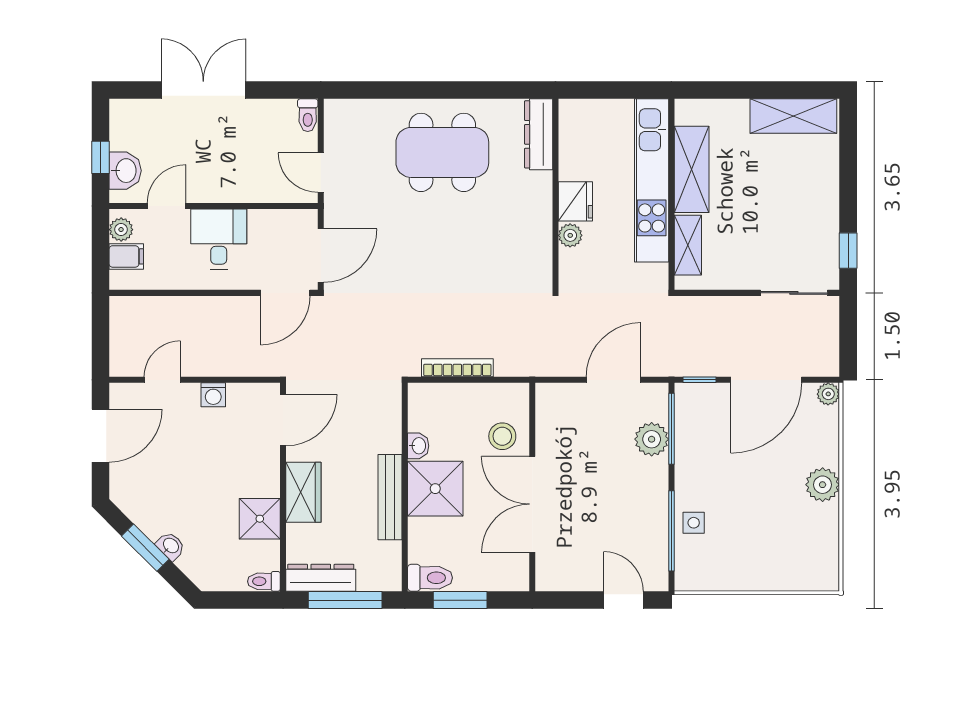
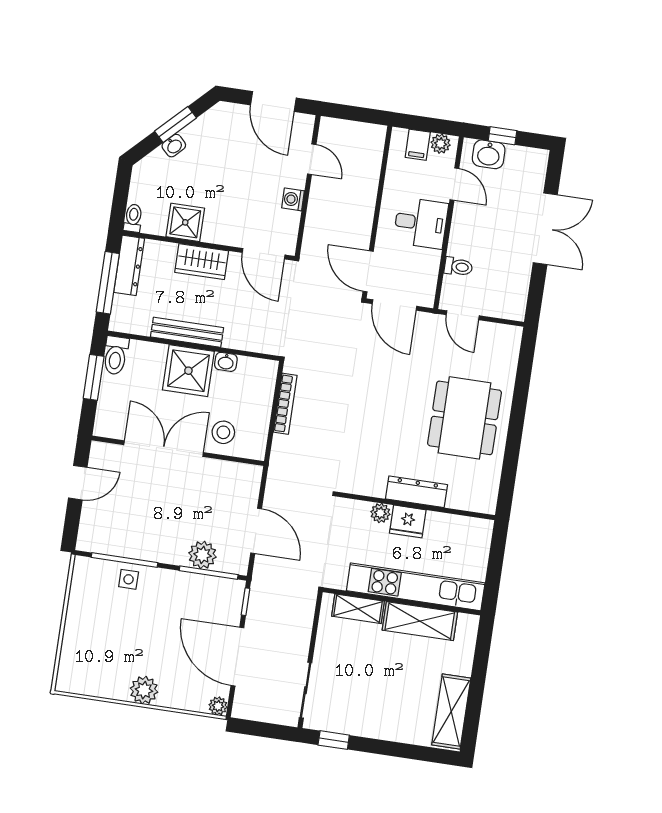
toilet: (308, 115) -> (458, 267), moved, turned 180
dresser: (539, 134) -> (416, 492), moved
door: (321, 173) -> (463, 315), swing flipped
door: (623, 600) -> (78, 483), moved

